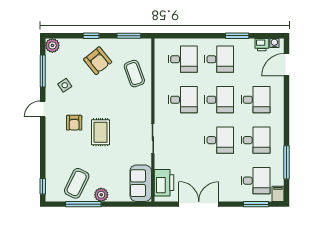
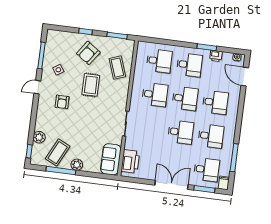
plant: (52, 45) -> (39, 137), moved
printer: (262, 45) -> (216, 56), moved
armchair: (98, 61) -> (88, 53), turned 74
door: (286, 65) -> (245, 77), hinge flipped
rug: (101, 132) -> (91, 85), moved
double door: (199, 204) -> (171, 185), moved

